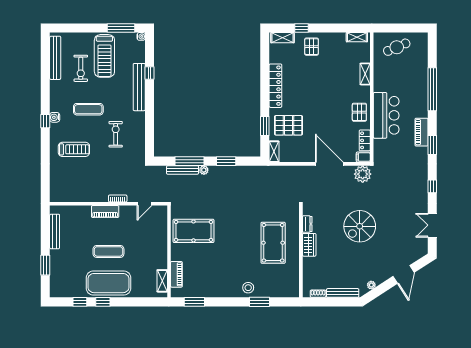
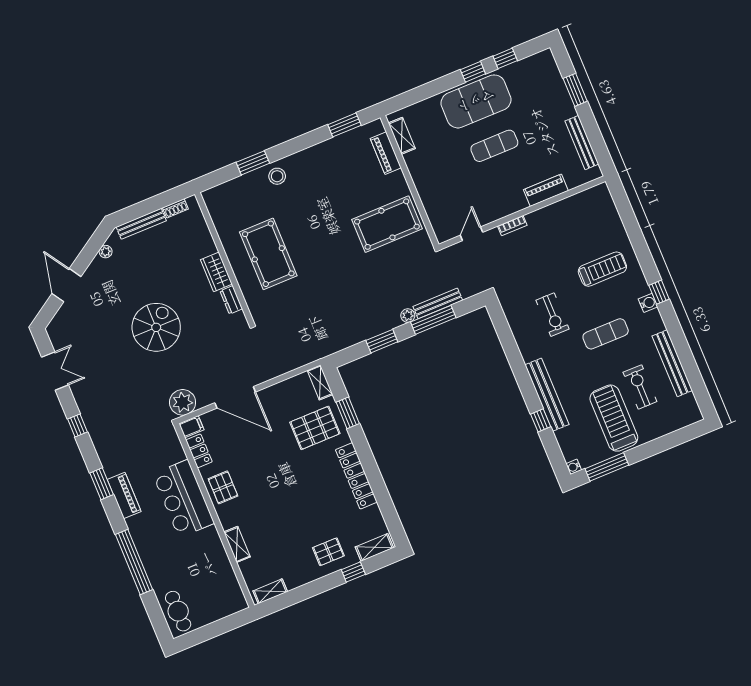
pallet: (312, 47) -> (328, 552), turned 90
cafe table: (397, 47) -> (178, 611), moved, turned -67
bench: (55, 58) -> (672, 363), moved
treadmill: (74, 149) -> (602, 269), turned 180
piano: (105, 211) -> (546, 190), moved

